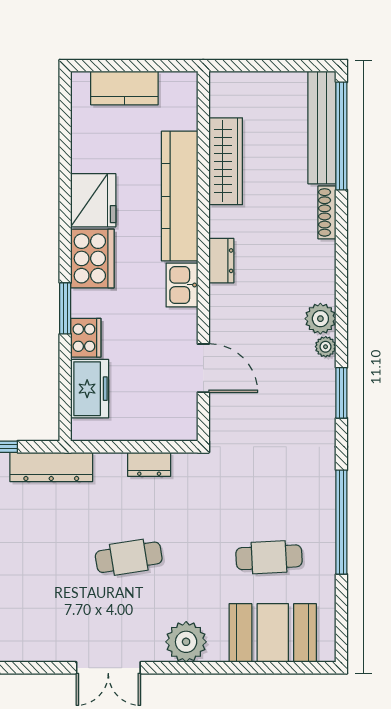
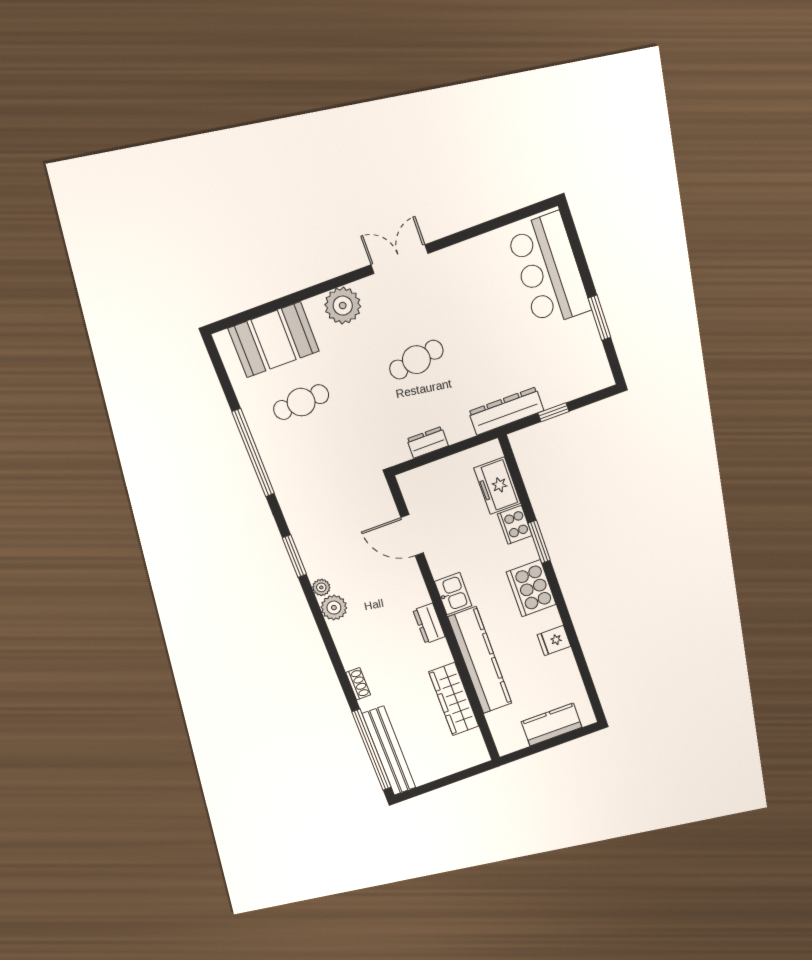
fridge: (93, 200) -> (554, 640), width x0.53, depth x0.75
shoe rack: (327, 212) -> (358, 684), width x0.70

